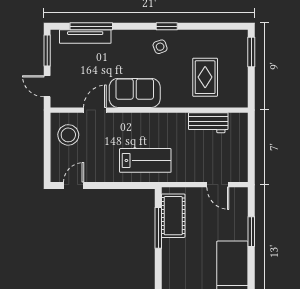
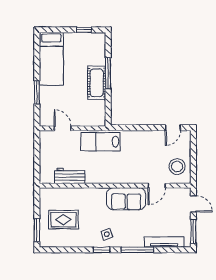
window: (91, 26) -> (137, 250), moved
rug: (205, 77) -> (63, 220), moved, turned 90
lab bench: (145, 160) -> (101, 142), moved
cot: (173, 216) -> (97, 83), moved
window: (158, 228) -> (108, 73), moved

